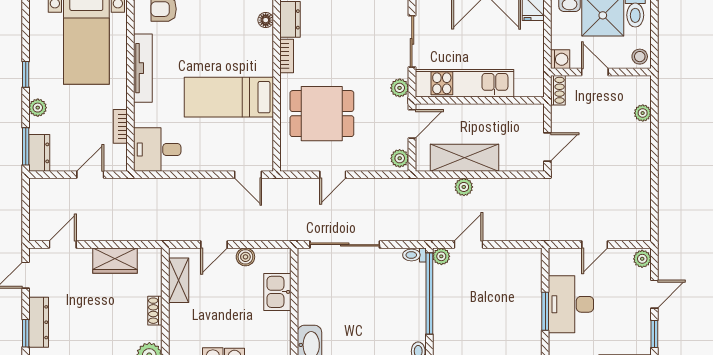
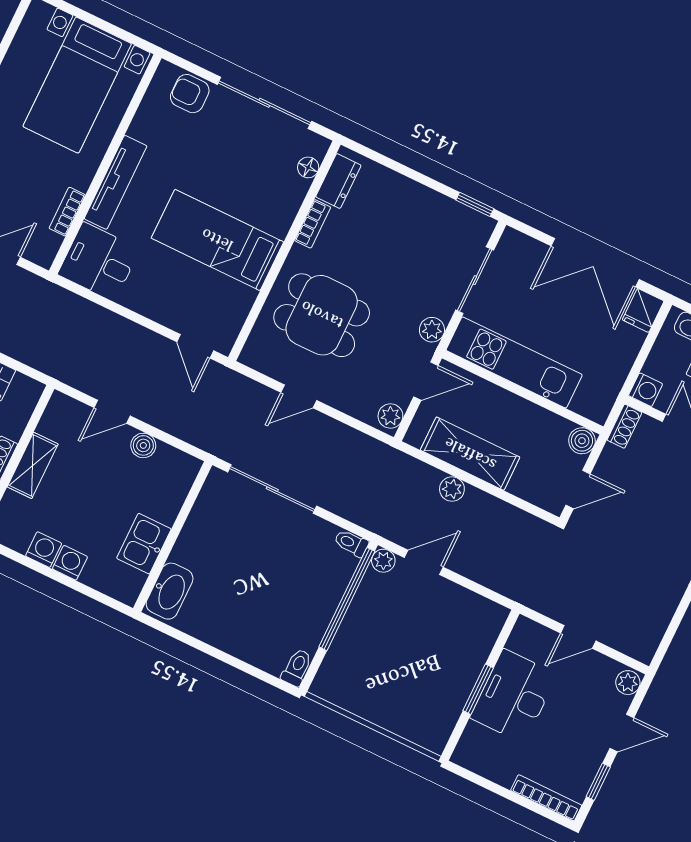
tv unit: (143, 68) -> (116, 182), moved
boiler: (534, 113) -> (582, 441), added
shelving: (179, 280) -> (33, 465), moved
kitchen sink: (277, 292) -> (144, 544), moved

